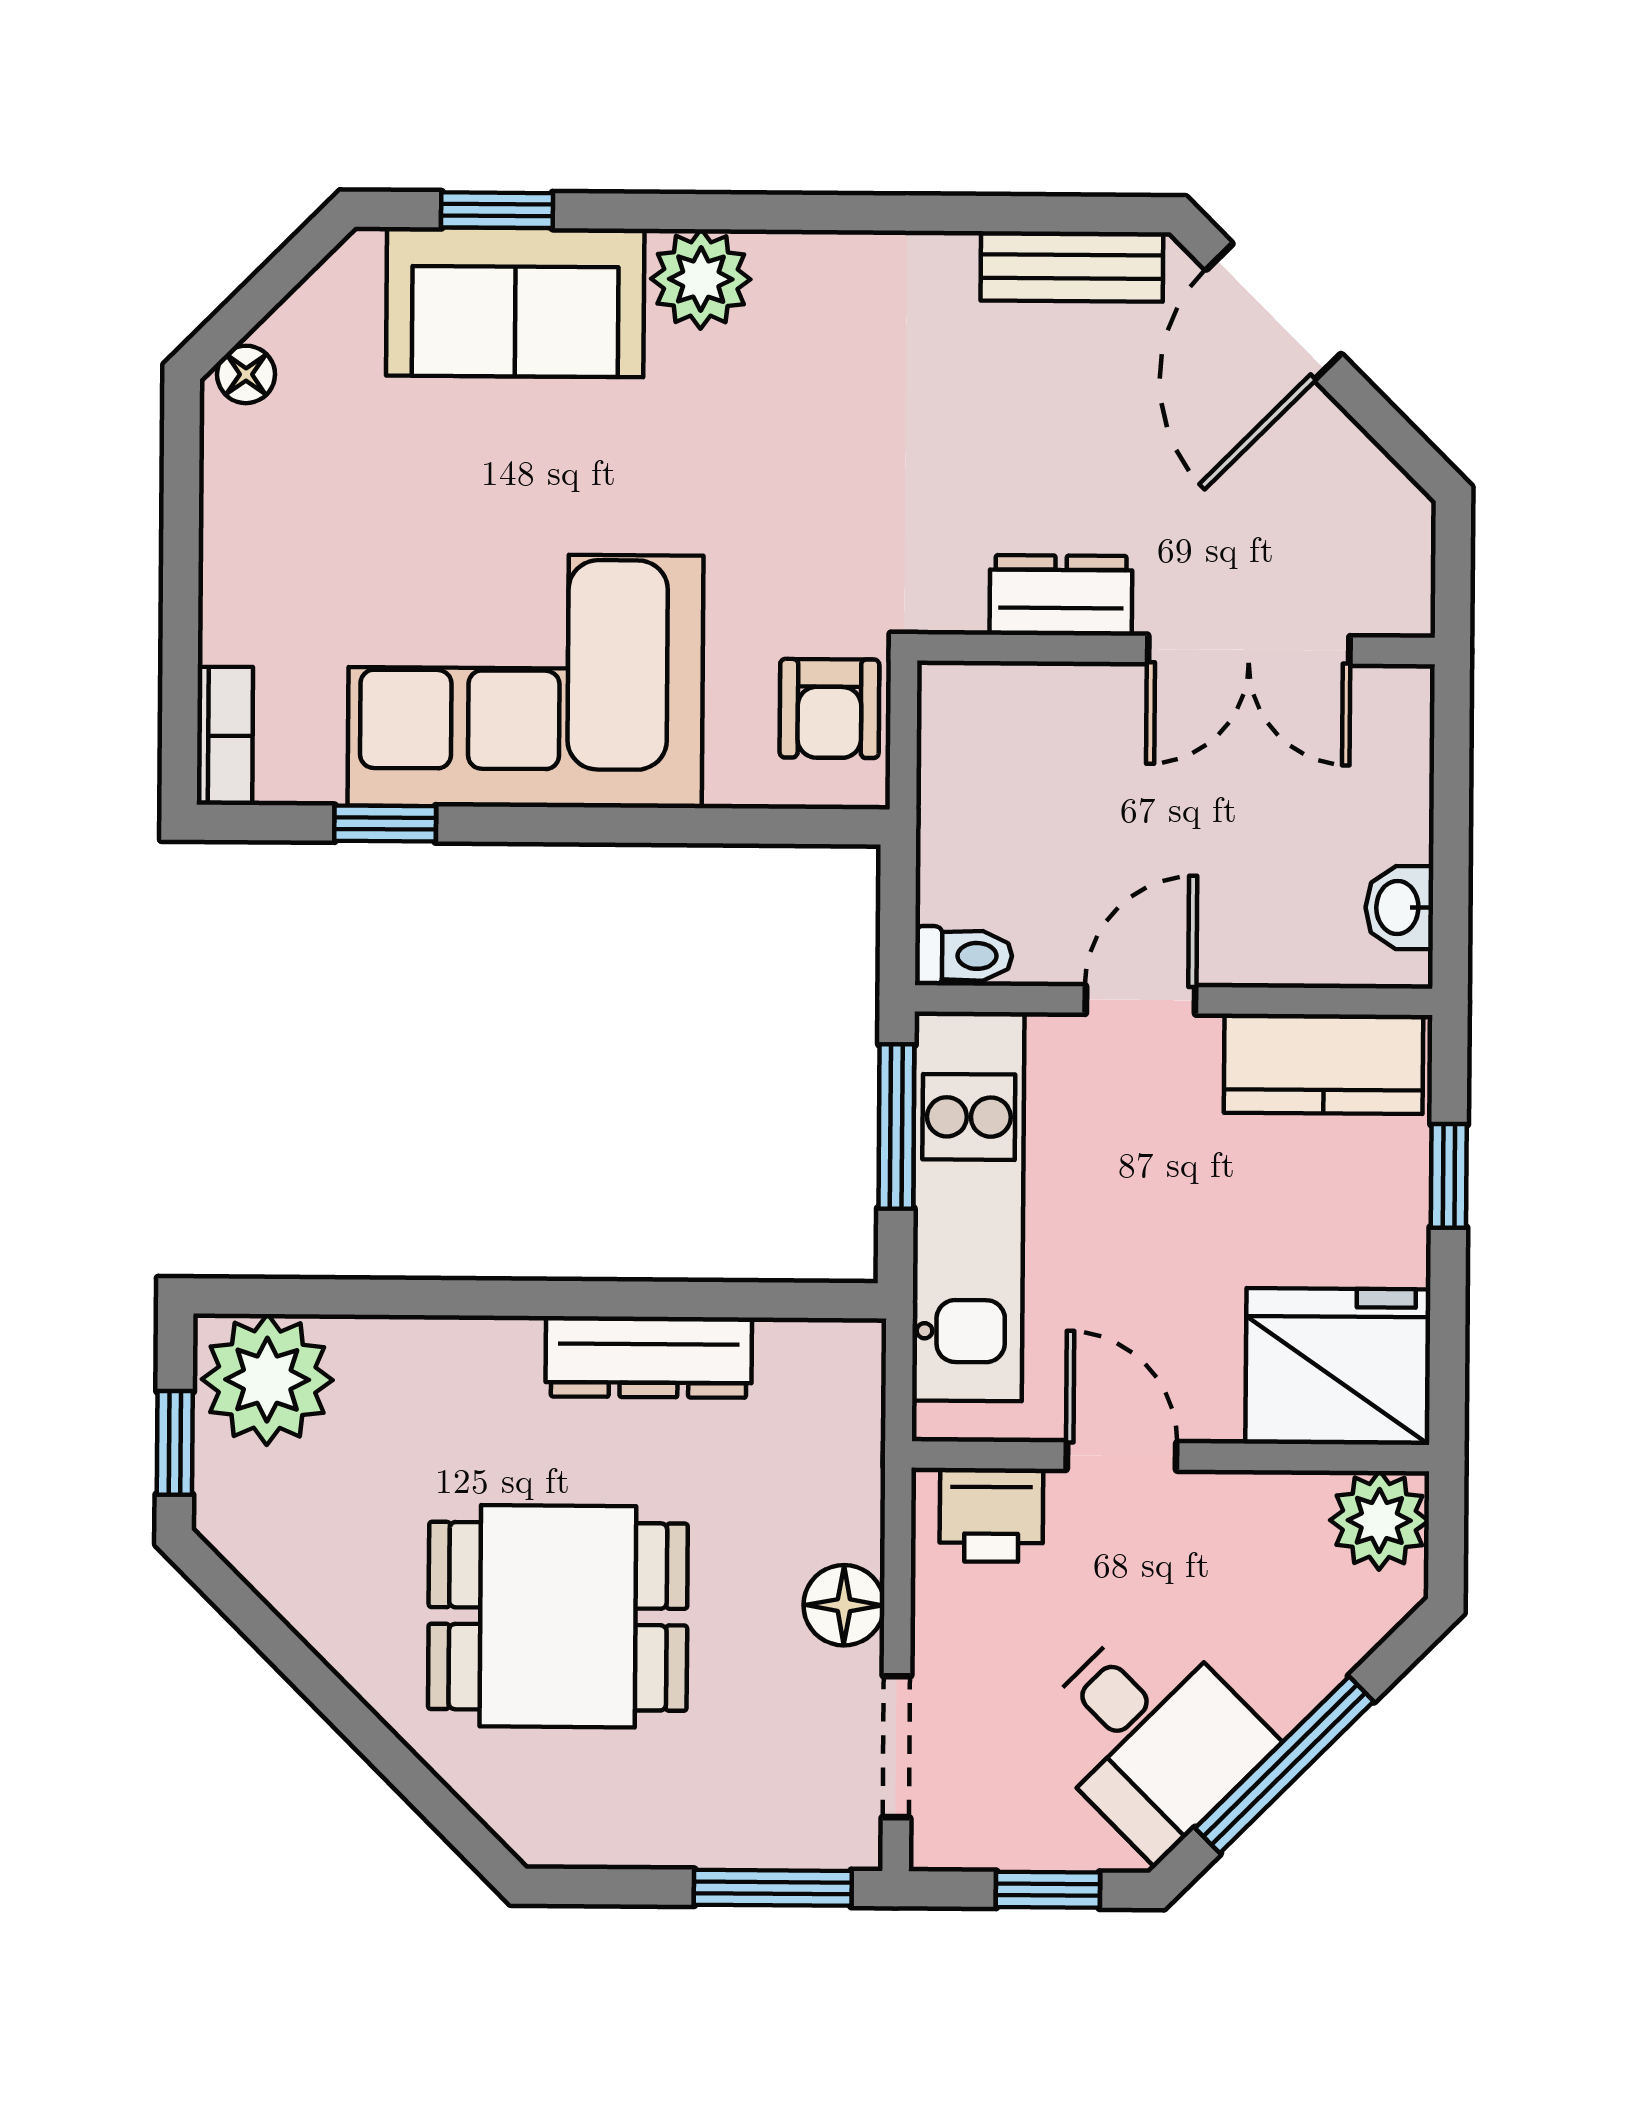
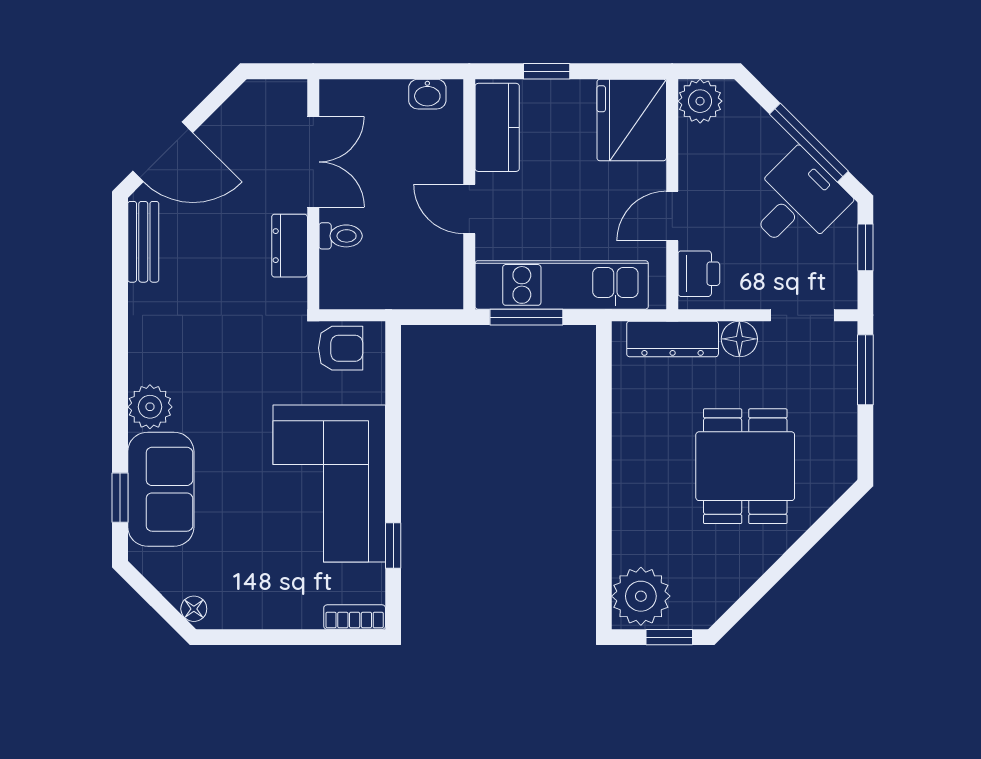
toilet: (963, 956) -> (341, 236), moved, turned 90
dresser: (649, 1357) -> (673, 339), moved, turned 90

